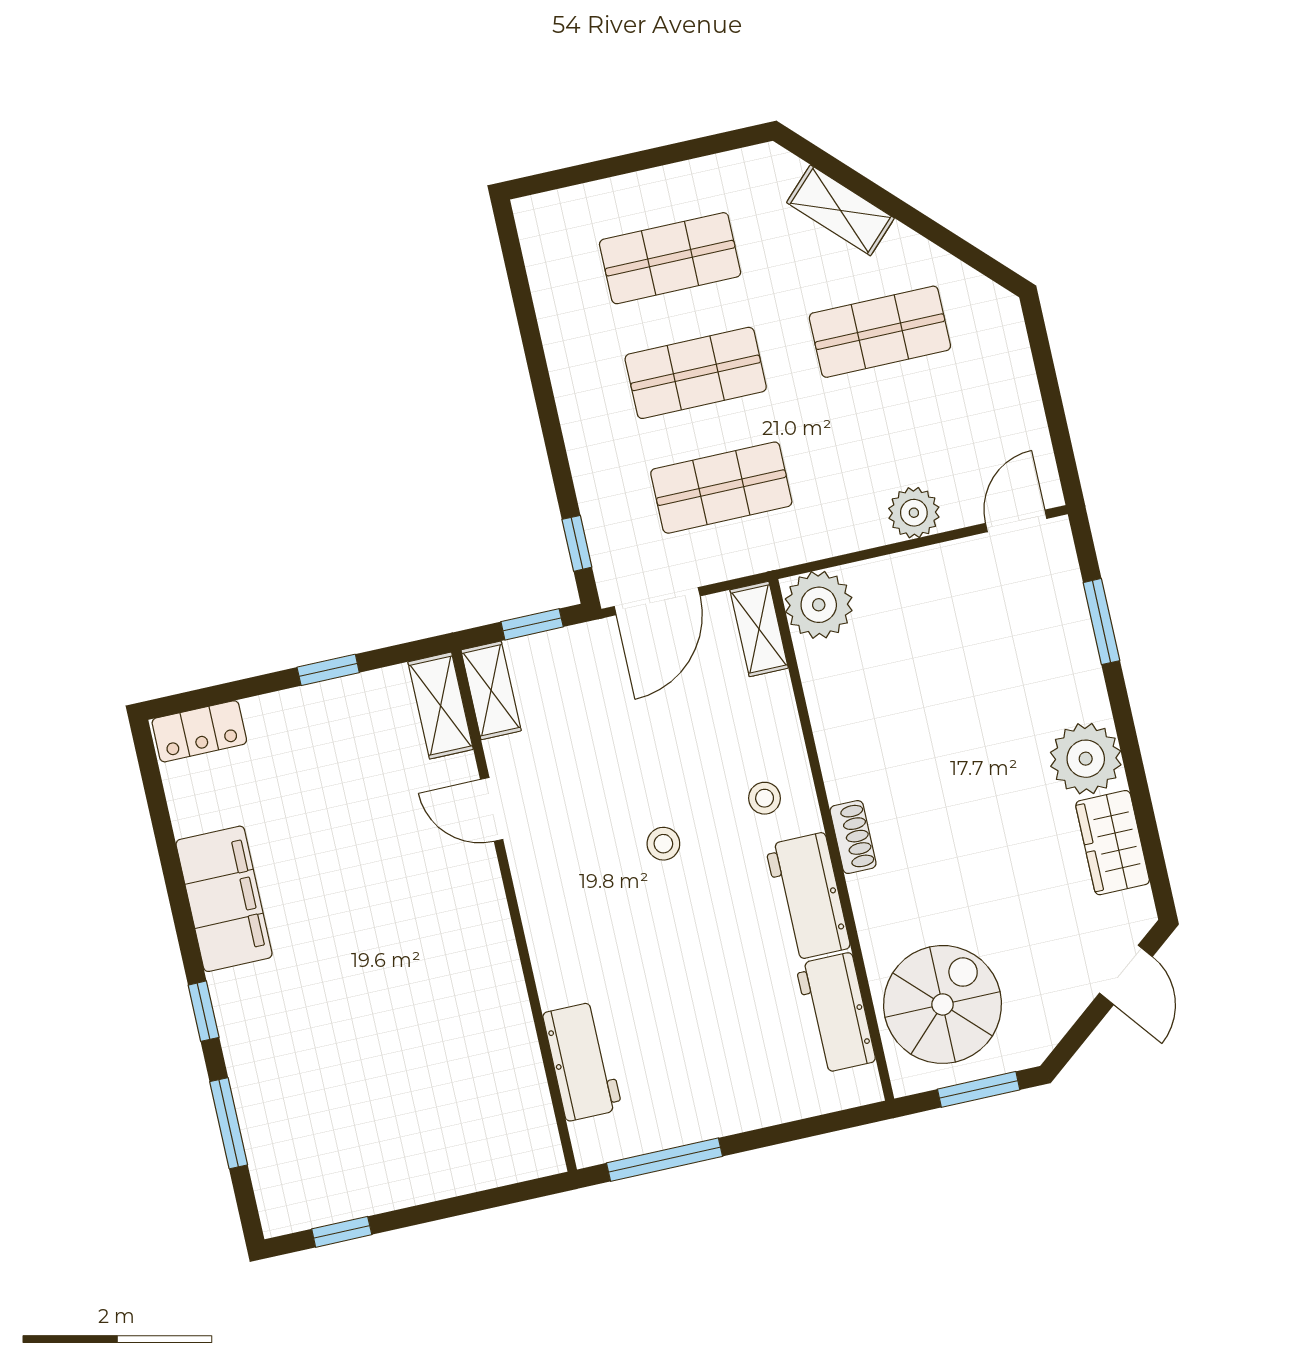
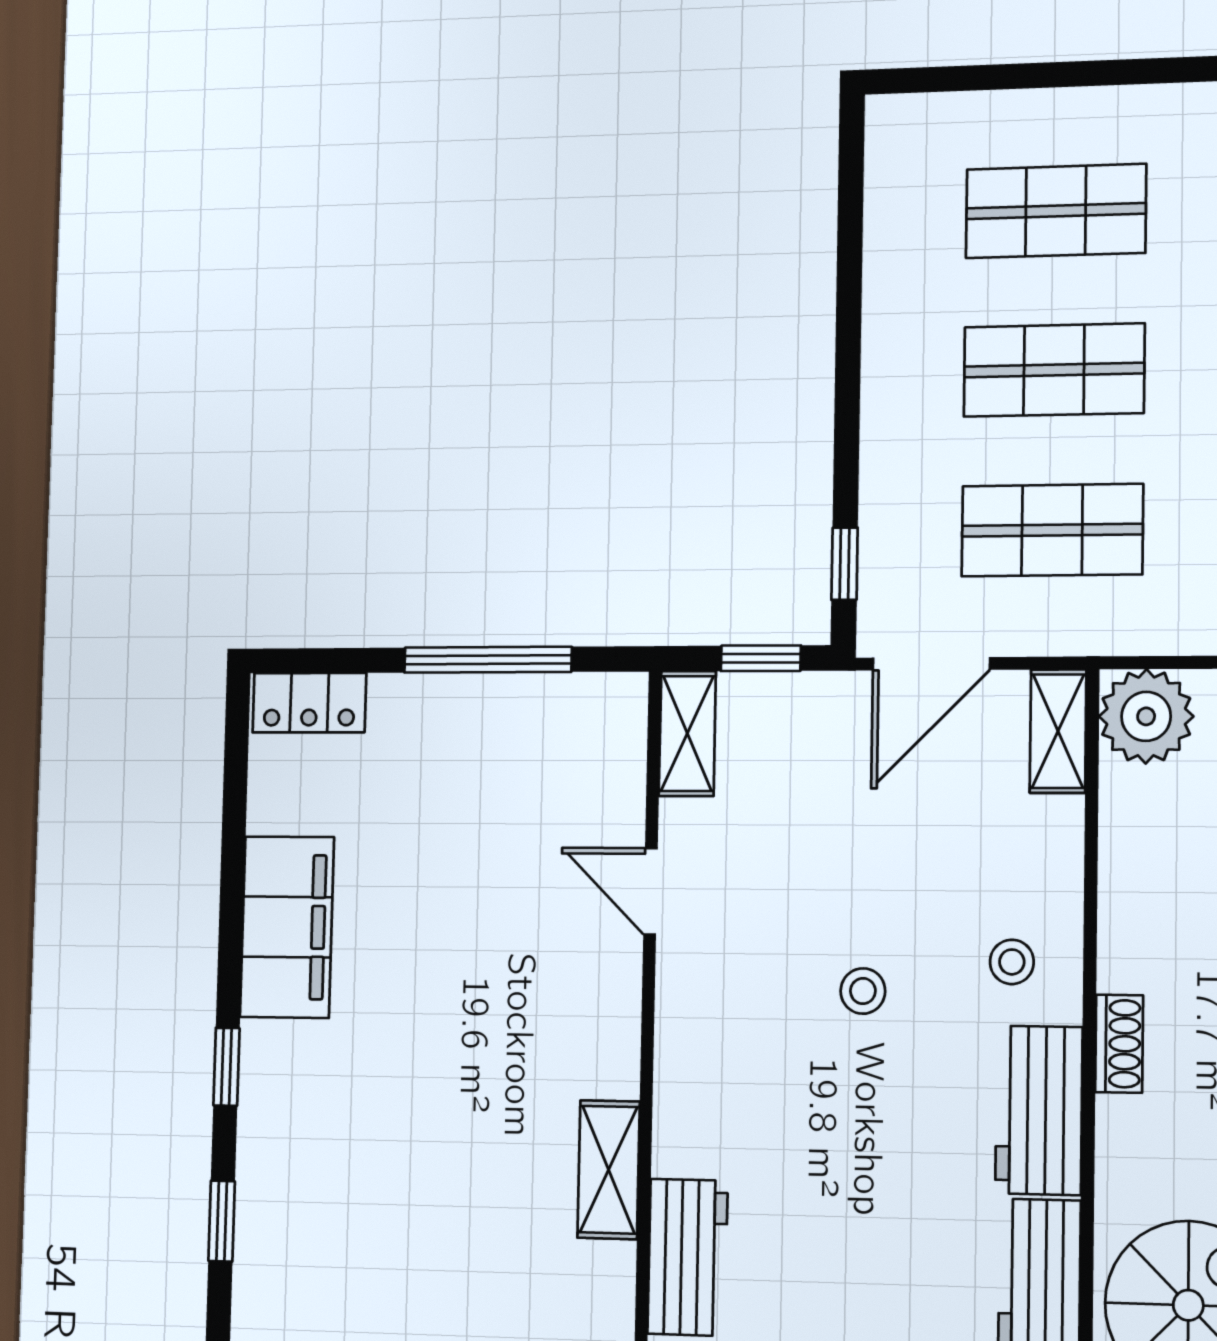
window: (328, 670) -> (488, 660), width x2.17
shelving: (441, 706) -> (609, 1170), moved
window: (229, 1123) -> (222, 1221), width x0.67

